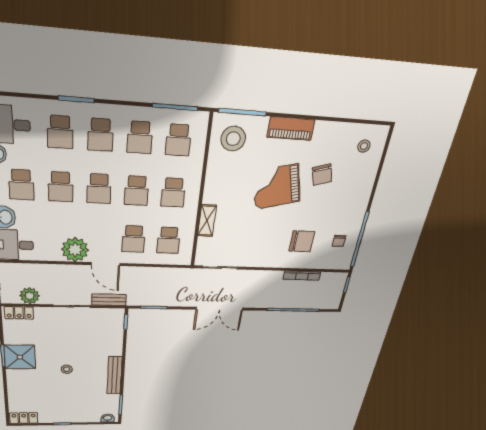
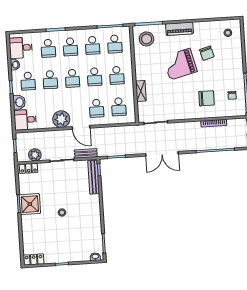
bench: (114, 375) -> (94, 177), moved

